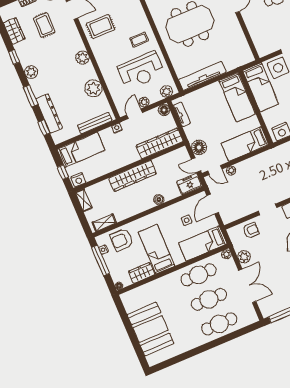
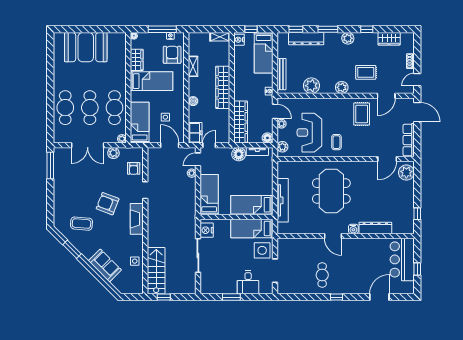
rug: (44, 25) -> (366, 72), moved
tv unit: (202, 76) -> (283, 200), moved
floor lamp: (199, 147) -> (239, 154), moved
shelving: (104, 223) -> (193, 66), moved

